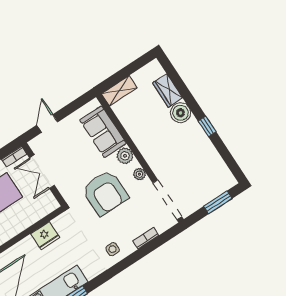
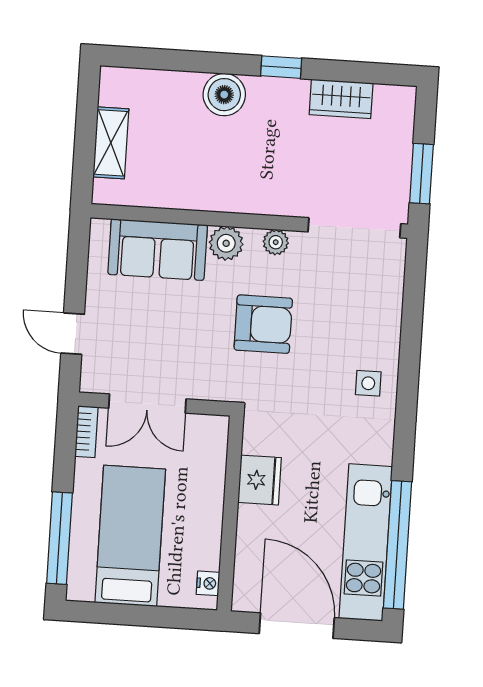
wardrobe: (168, 90) -> (341, 99), moved
shelving: (119, 91) -> (111, 143), moved
armchair: (105, 193) -> (263, 324), width x0.73, depth x0.73
window: (218, 202) -> (421, 174), moved
bookcase: (146, 238) -> (392, 313), removed

